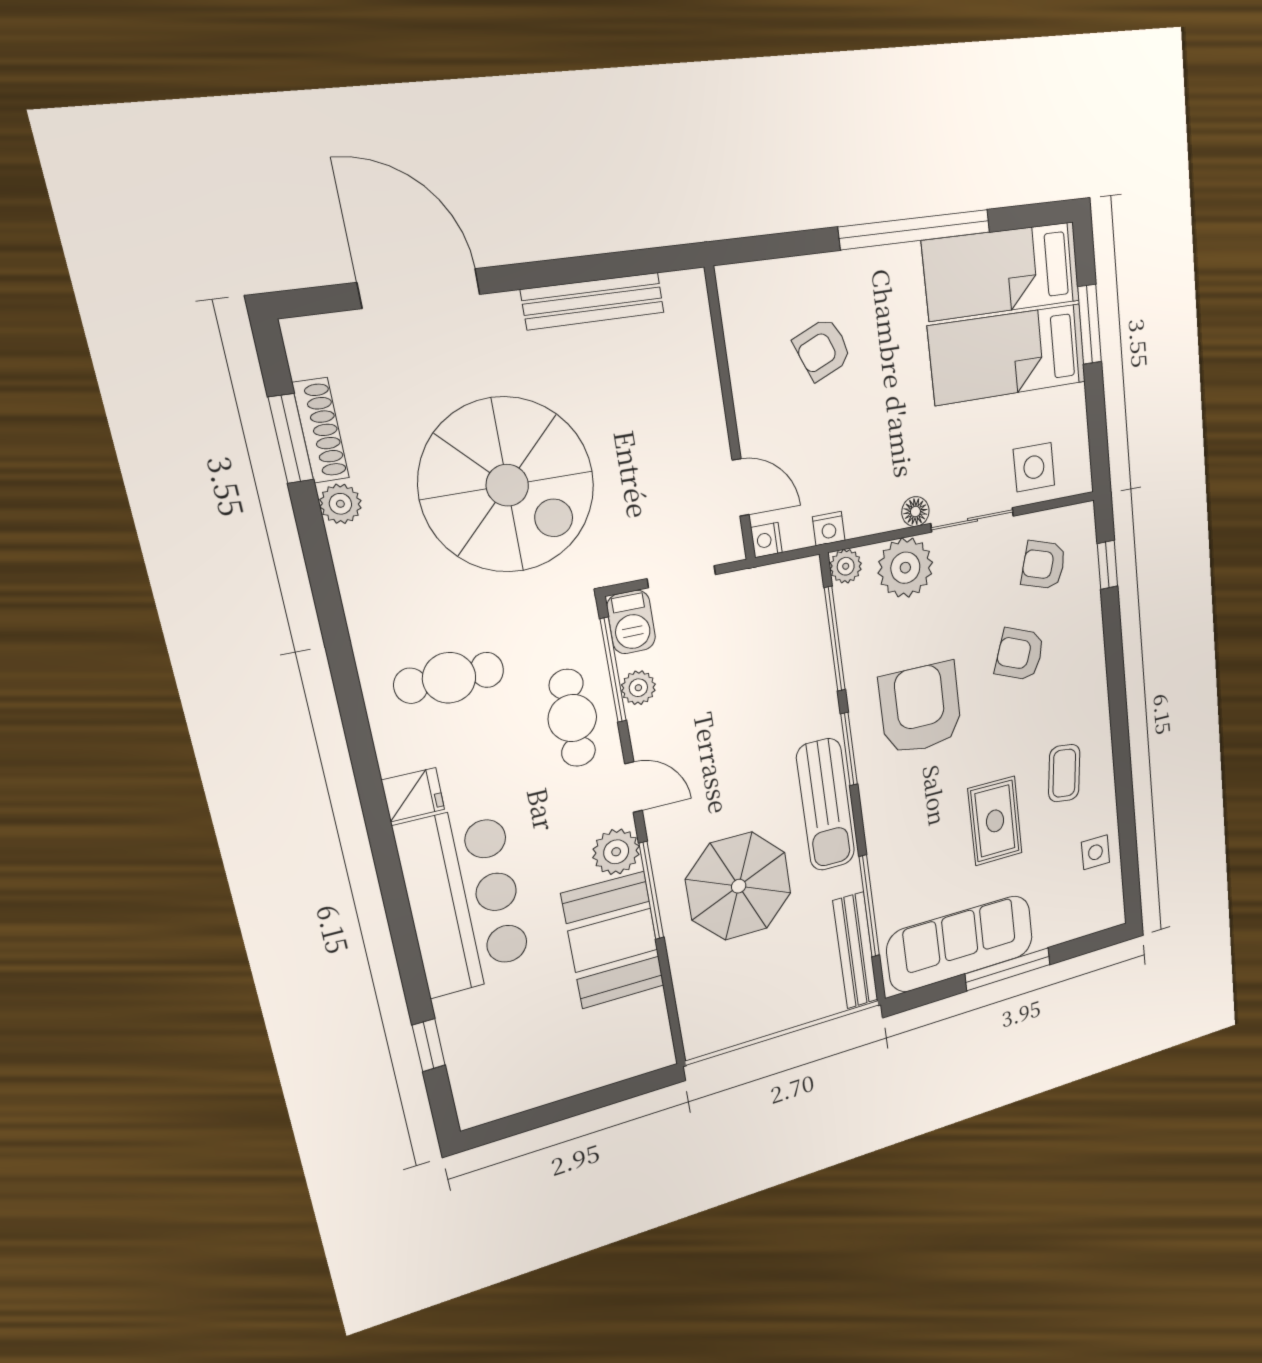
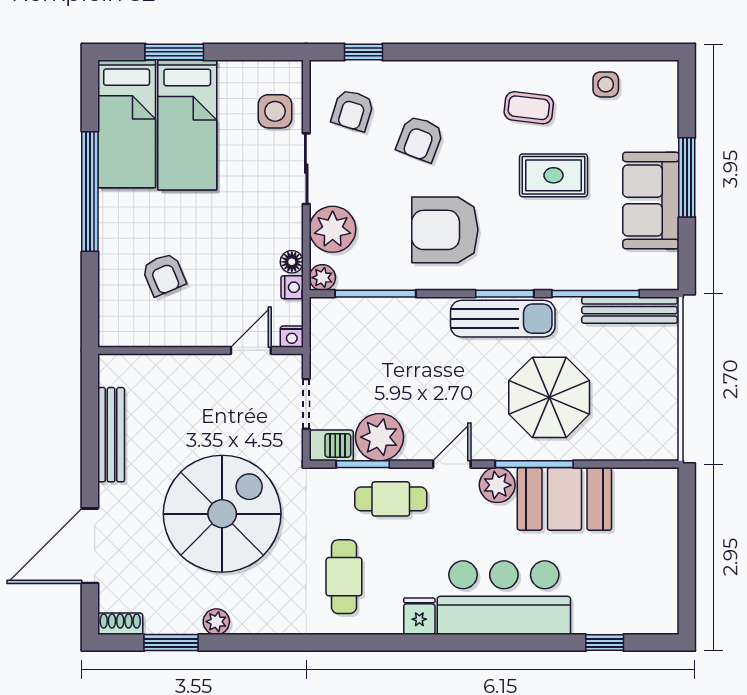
shoe rack: (321, 431) -> (120, 624), moved, width x0.70
floor lamp: (915, 512) -> (292, 262), moved
window: (613, 670) -> (363, 464), width x0.69
plant: (638, 688) -> (379, 437), width x1.88, depth x1.88
window: (849, 749) -> (505, 294), moved
sofa: (961, 944) -> (651, 201), width x0.73

